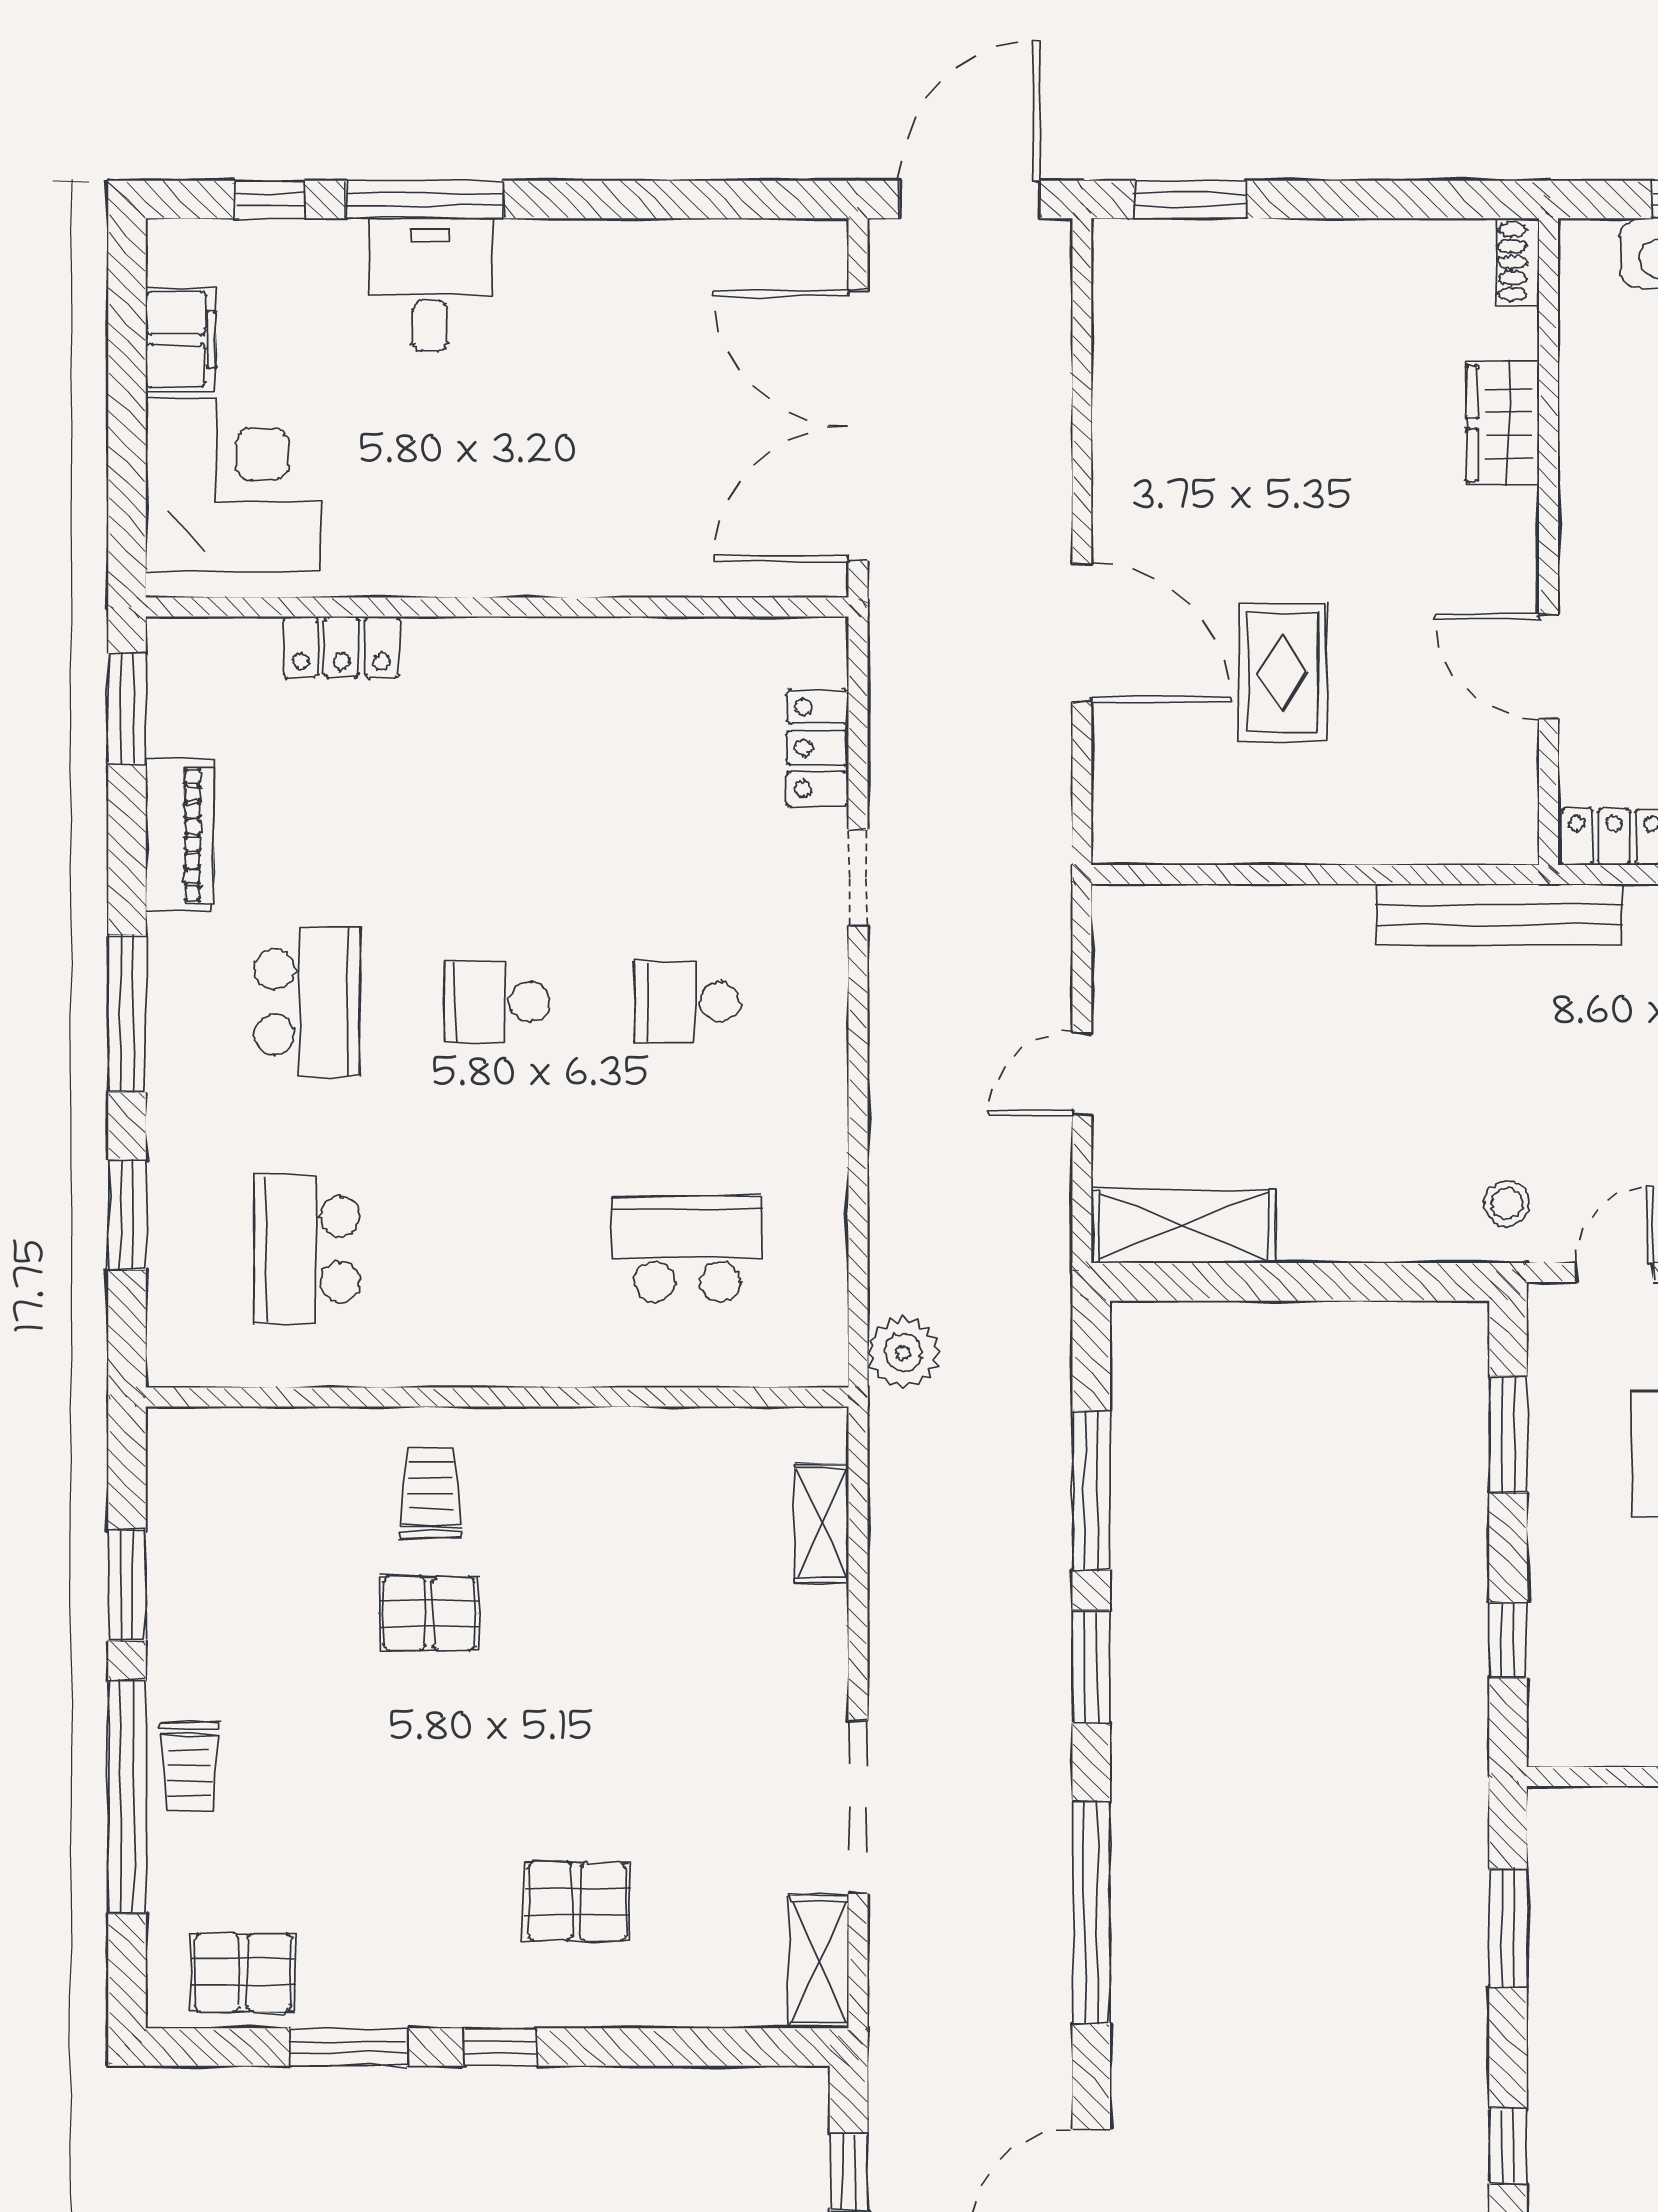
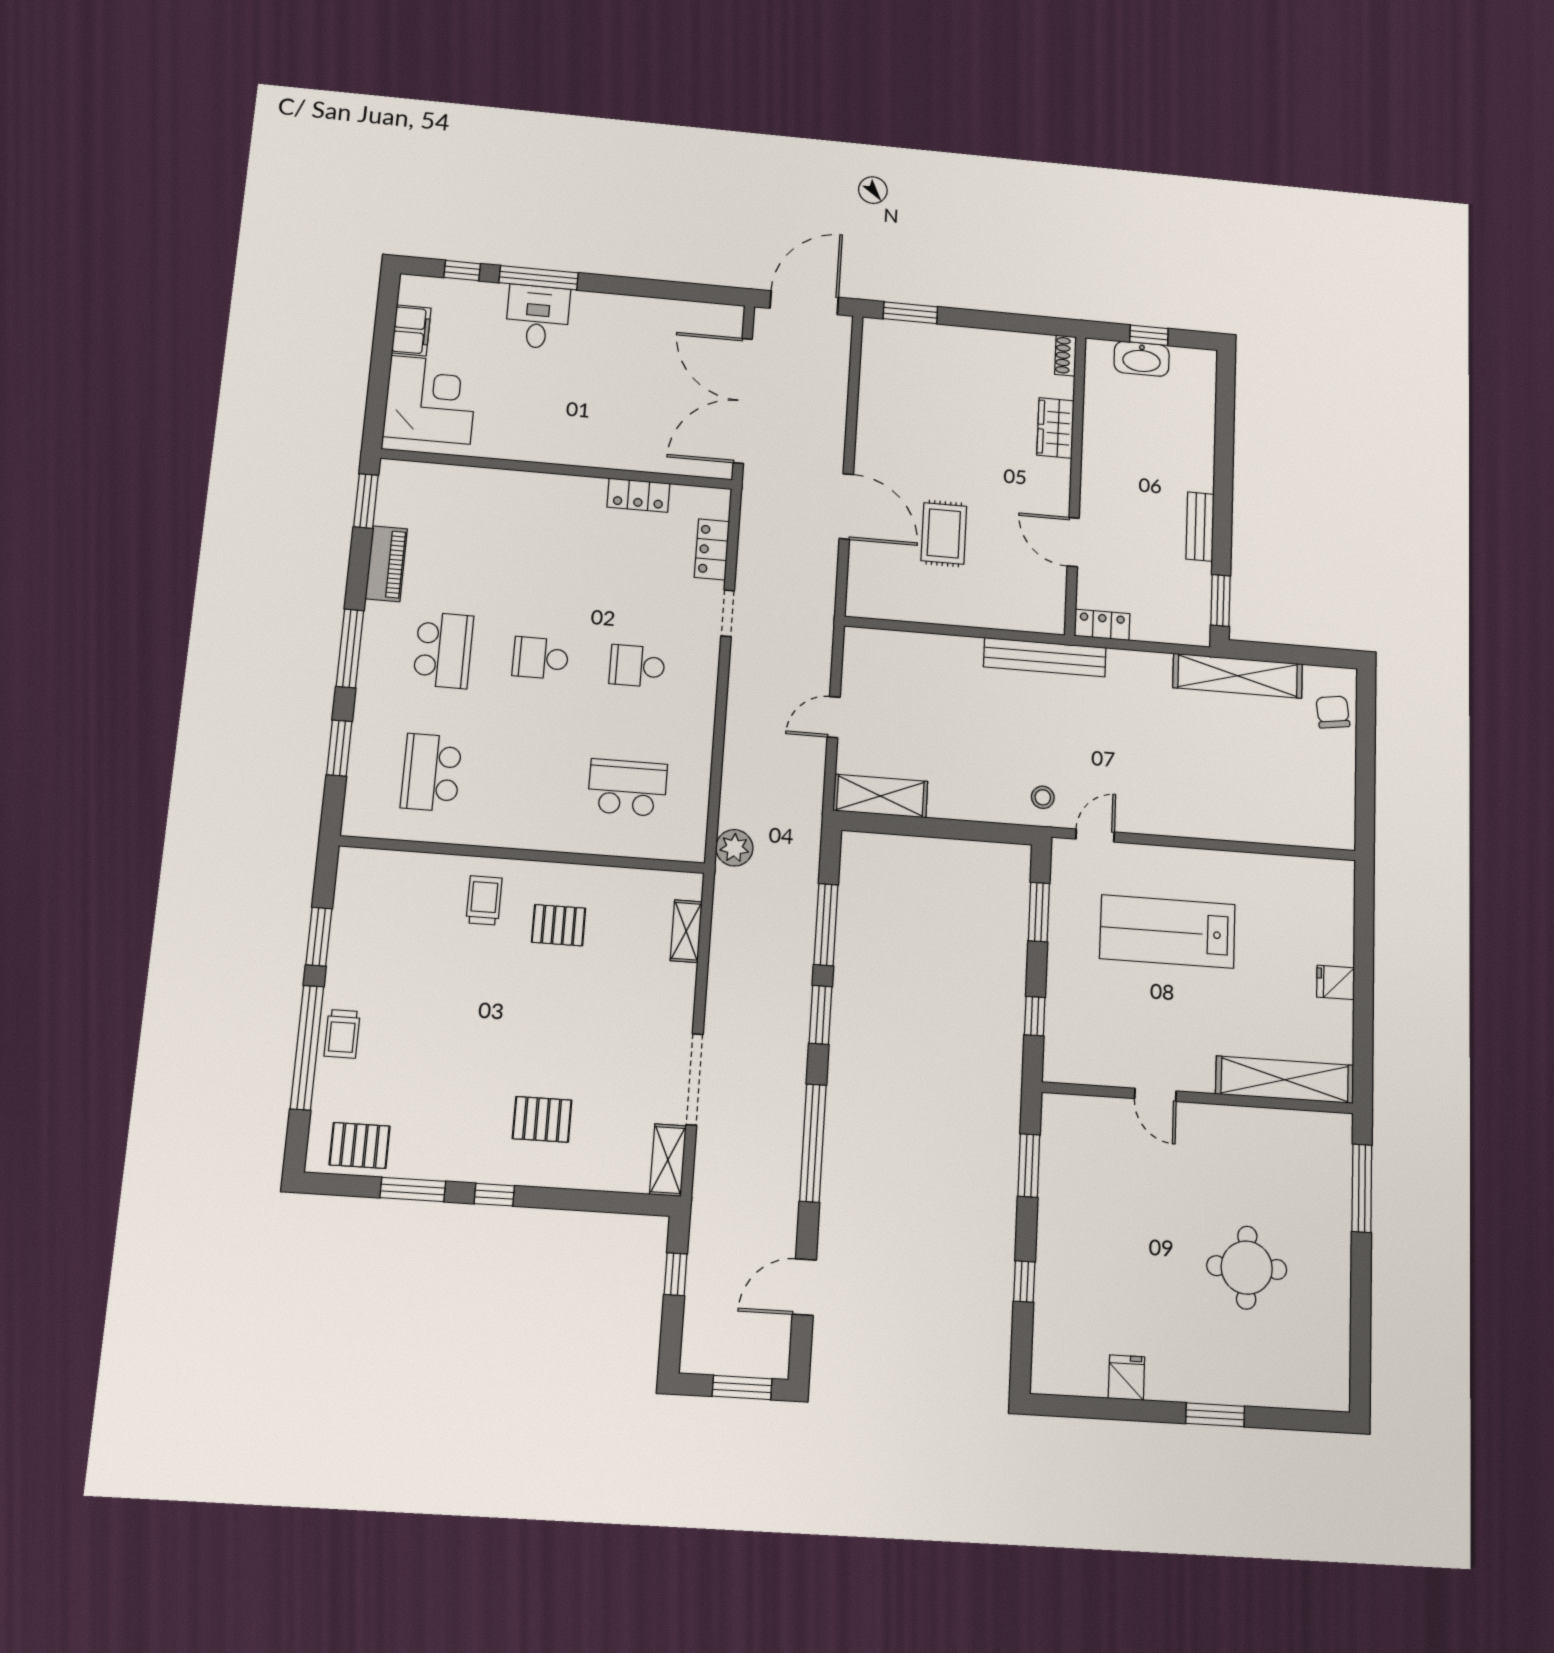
locker: (342, 647) -> (638, 495), moved
pallet: (429, 1613) -> (559, 925), moved

